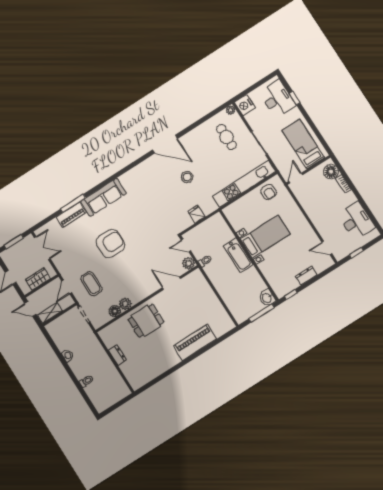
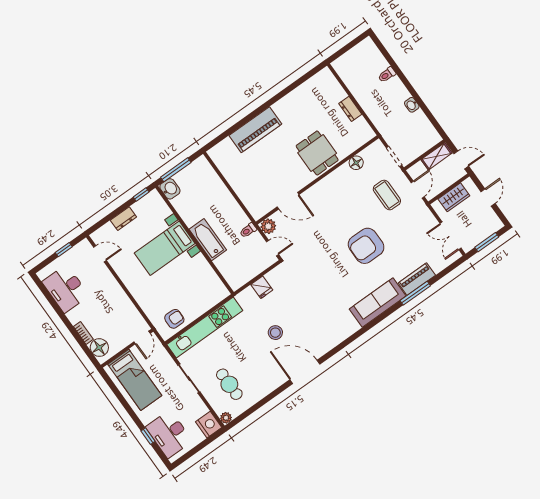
armchair: (269, 192) -> (174, 319), turned 91
bed with nightstands: (265, 237) -> (165, 248), moved
plant: (125, 304) -> (344, 172), removed
dining table: (146, 321) -> (317, 153), turned 90

